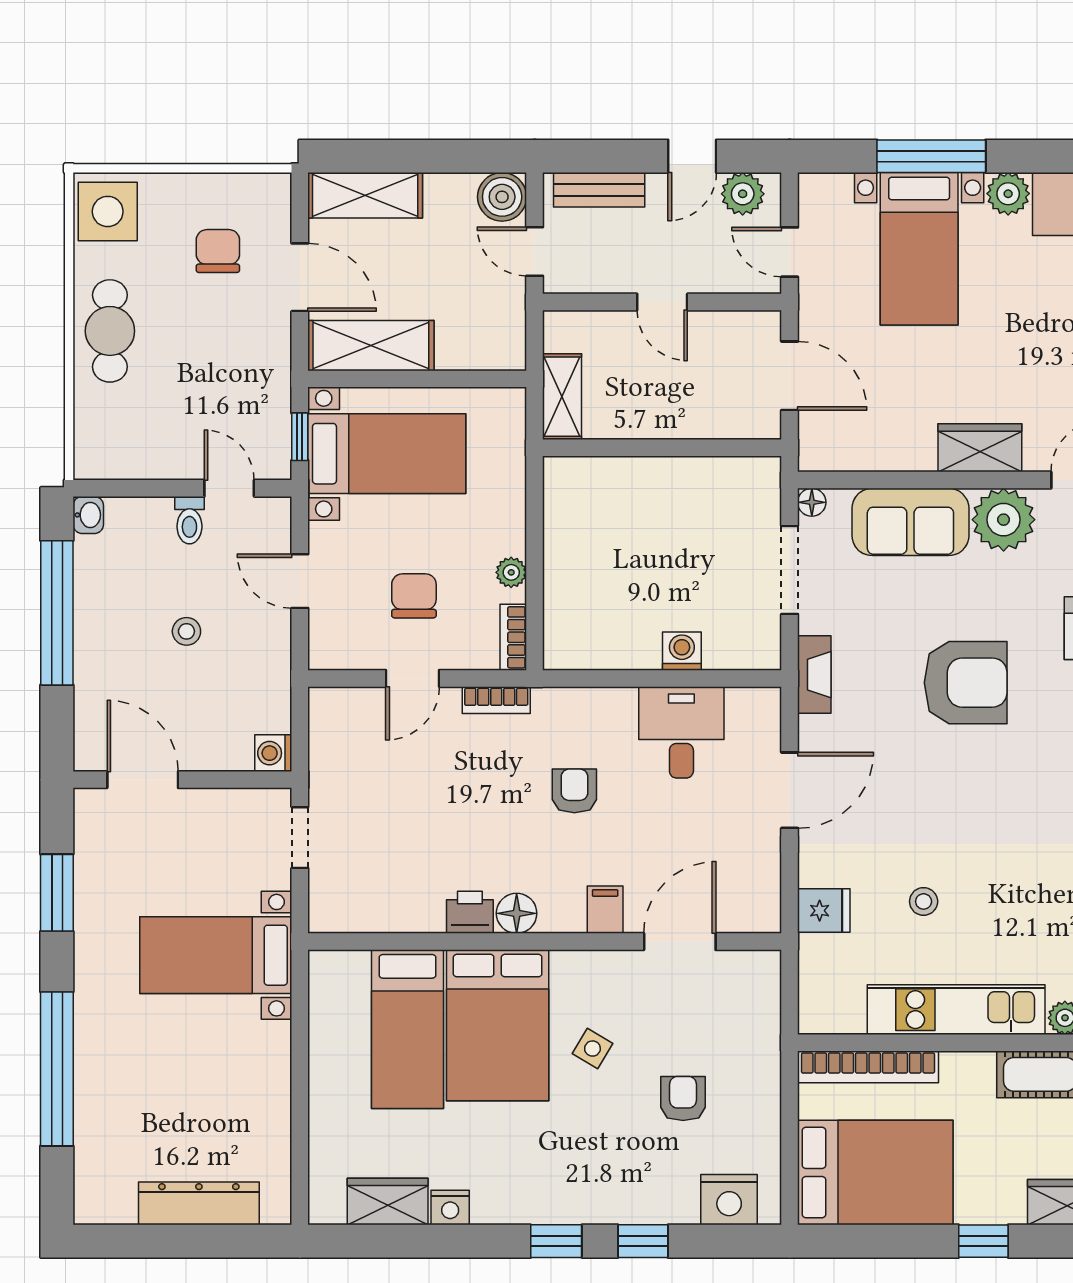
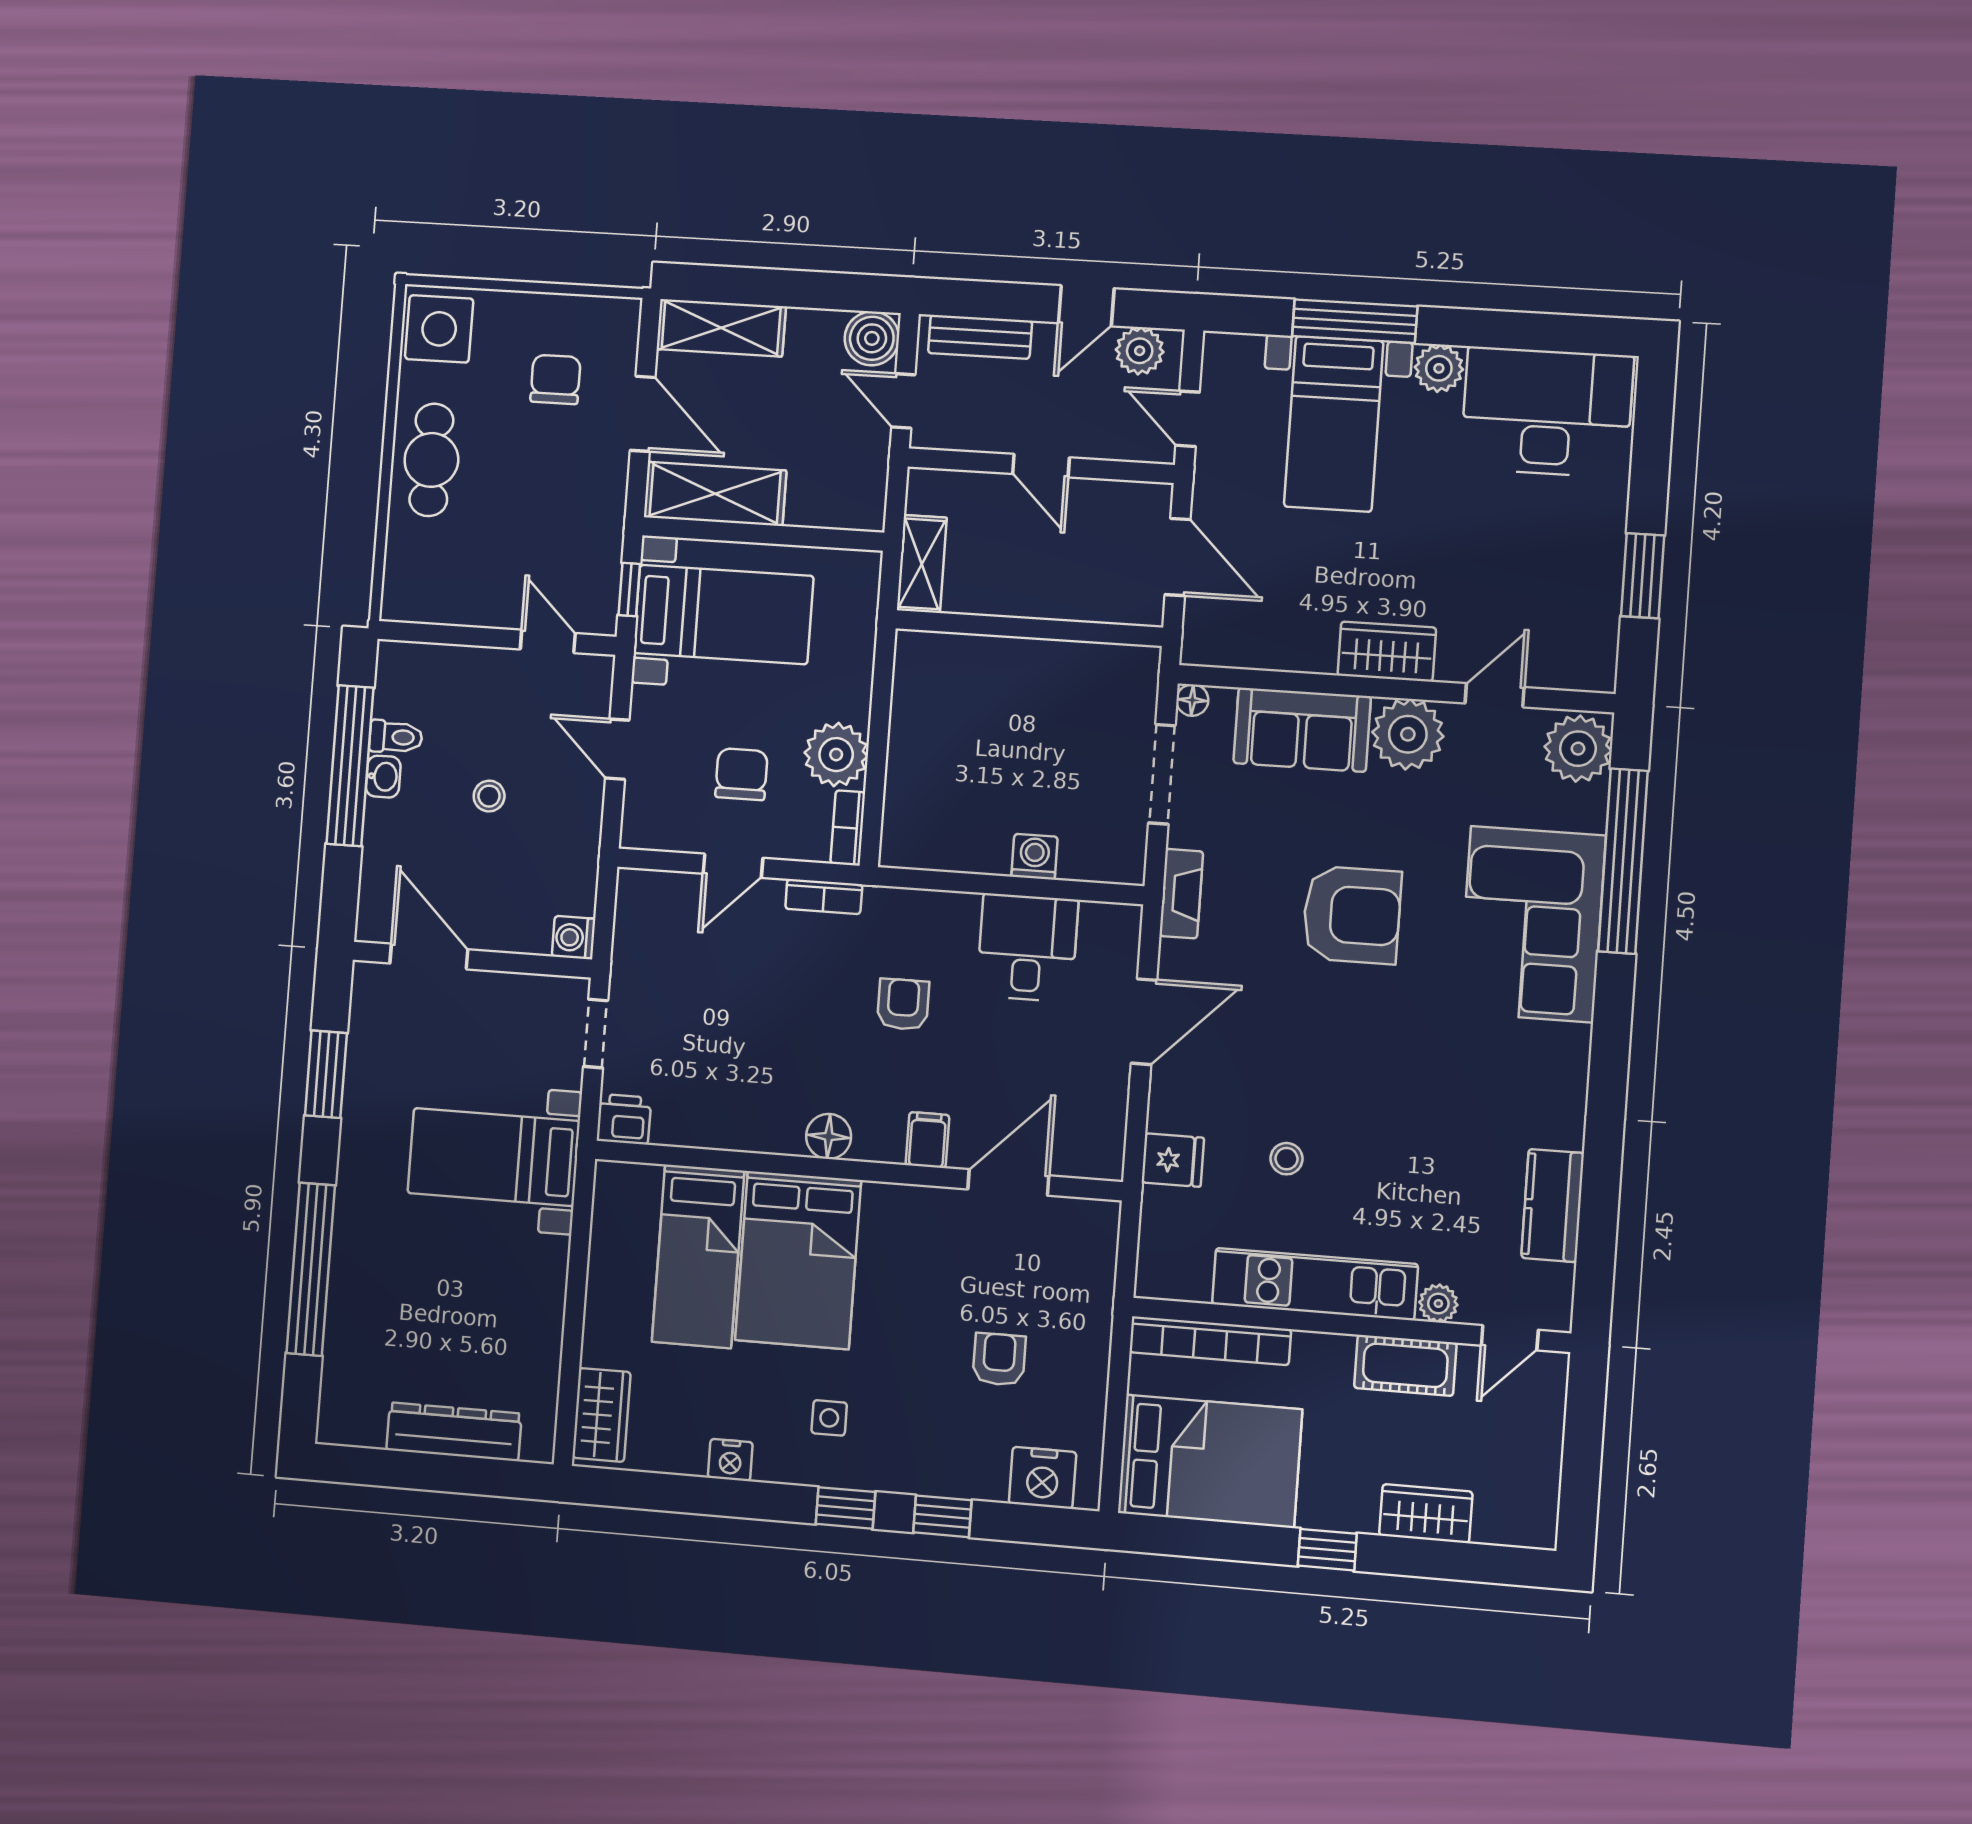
washbasin: (88, 515) -> (383, 777), moved
toilet: (189, 520) -> (396, 737), moved, turned -90
plant: (511, 572) -> (836, 755), width x1.87, depth x1.87
printer: (470, 912) -> (624, 1119), moved
side table: (592, 1049) -> (829, 1418), moved, turned -31
wardrobe: (388, 1202) -> (601, 1415), moved, turned 90

